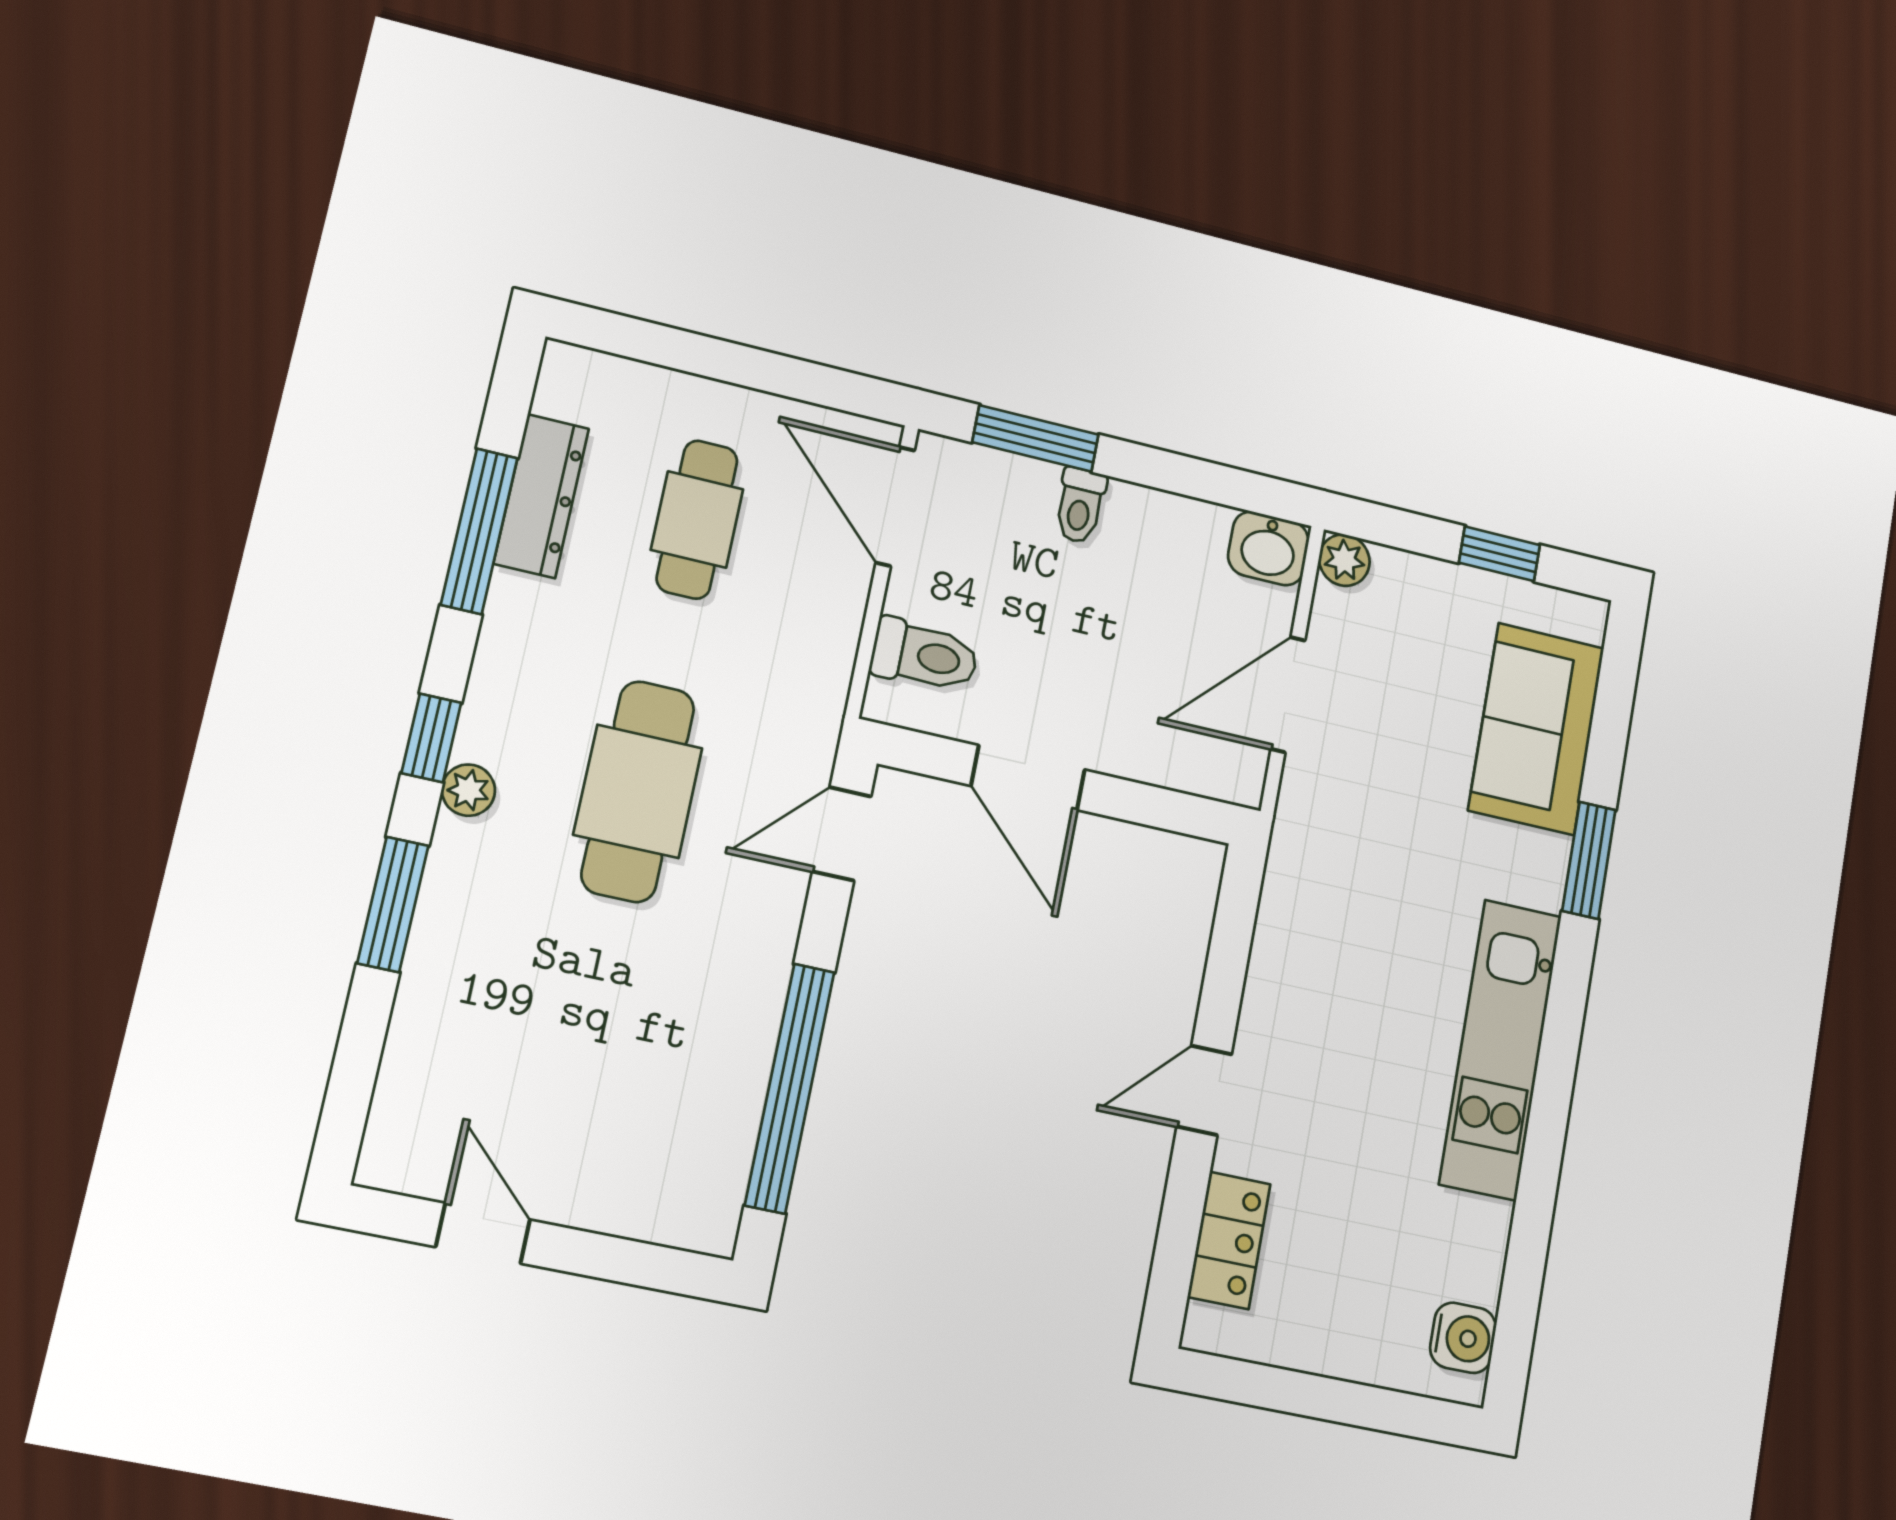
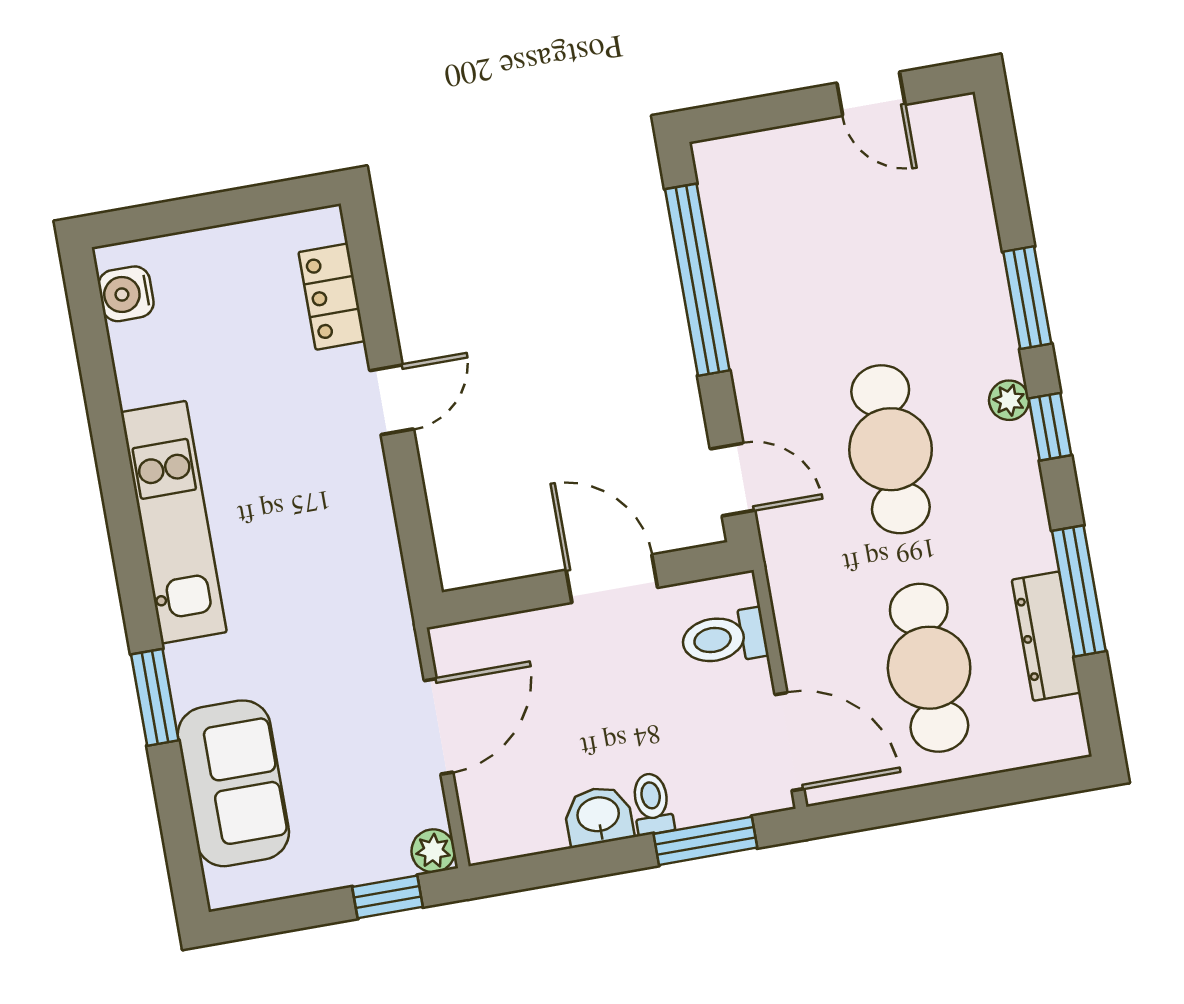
cafe table: (697, 520) -> (929, 668), width x1.37, depth x1.35
washbasin: (1268, 548) -> (598, 816), moved
window: (1499, 554) -> (388, 897), moved
door: (842, 834) -> (732, 479), hinge flipped

